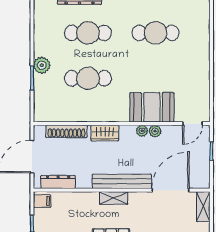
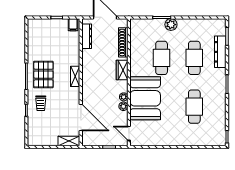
booth: (152, 107) -> (145, 98), width x1.36, depth x1.42
bench: (122, 181) -> (87, 82), removed

